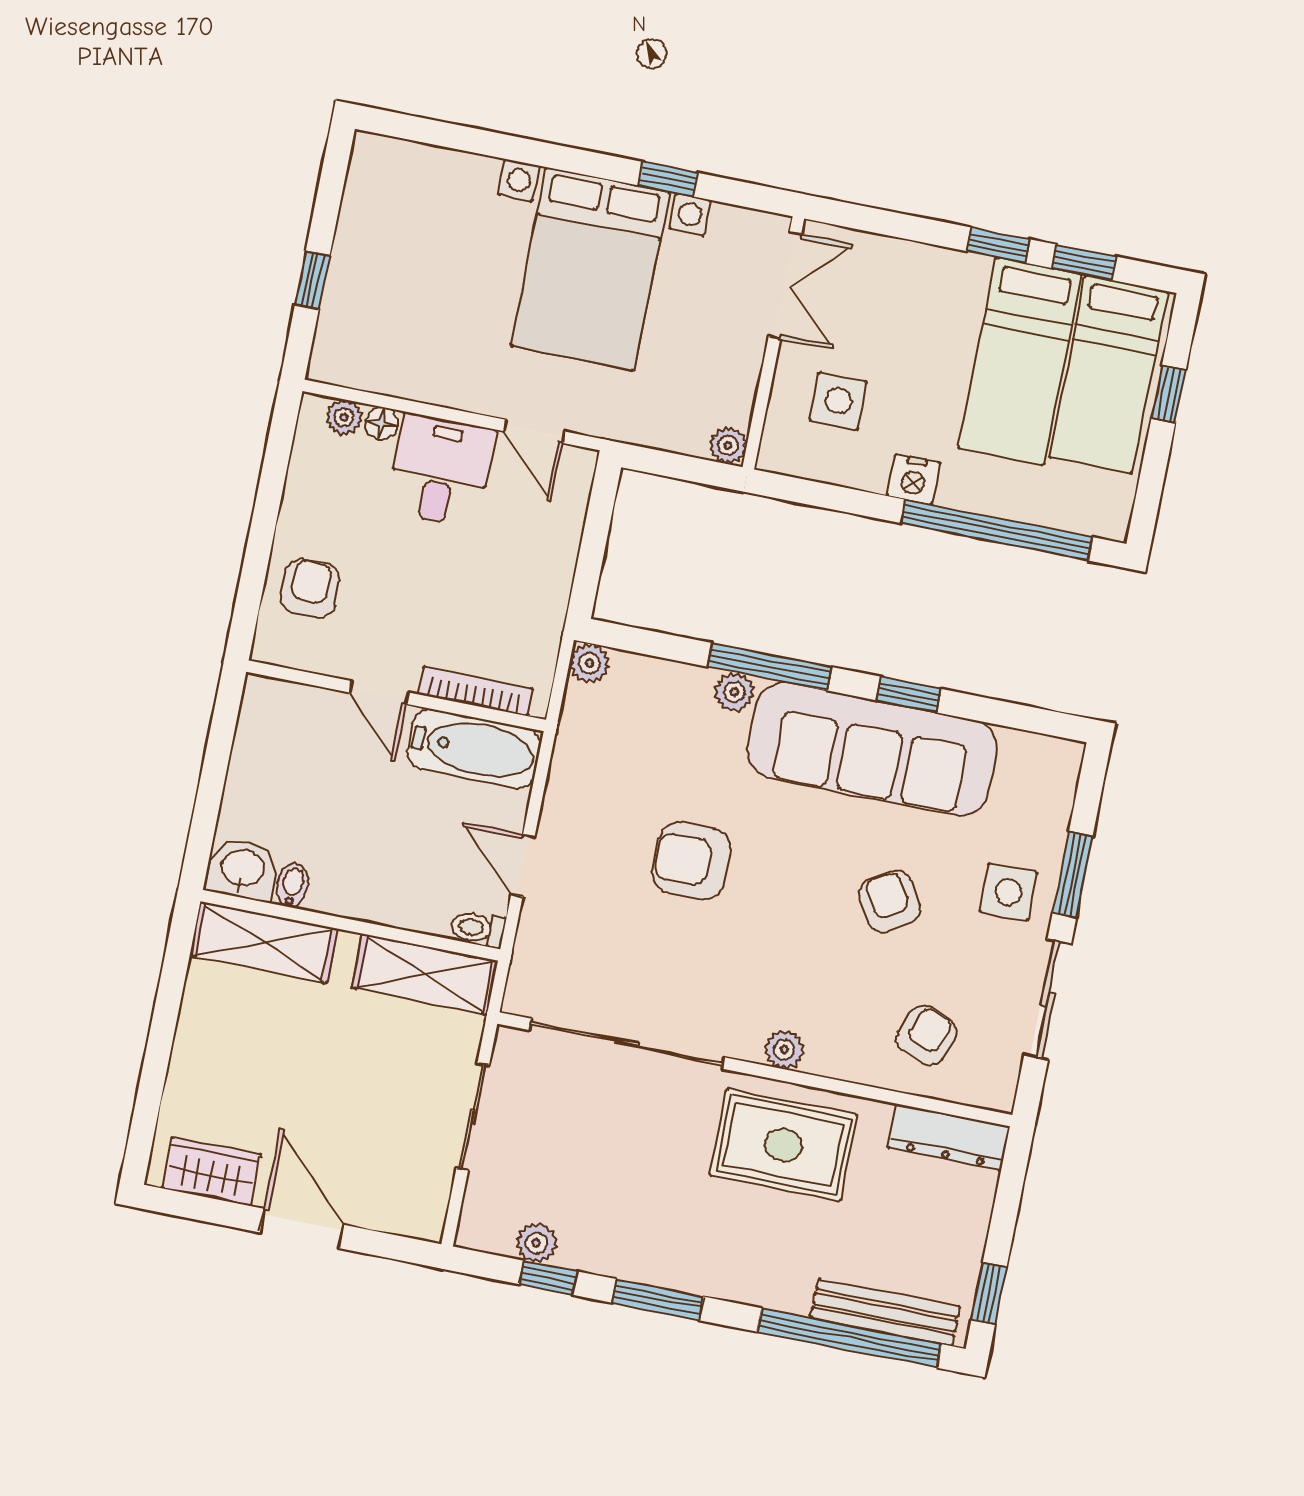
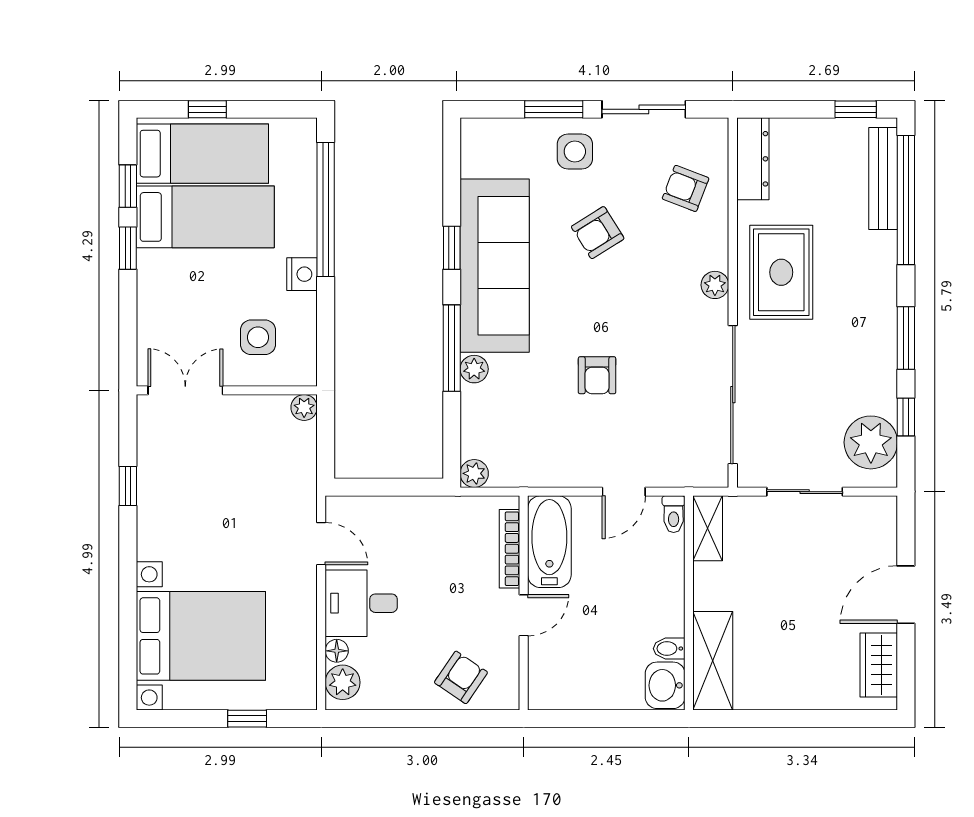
bed with nightstands: (590, 269) -> (201, 636), moved
plant: (344, 417) -> (343, 682), width x1.38, depth x1.38
door: (534, 431) -> (321, 544), hinge flipped
armchair: (310, 588) -> (461, 677), turned 124
armchair: (692, 861) -> (597, 375), width x0.72, depth x0.72
shelving: (425, 974) -> (708, 528), width x0.67, depth x0.75
plant: (536, 1243) -> (871, 442), width x1.87, depth x1.87

